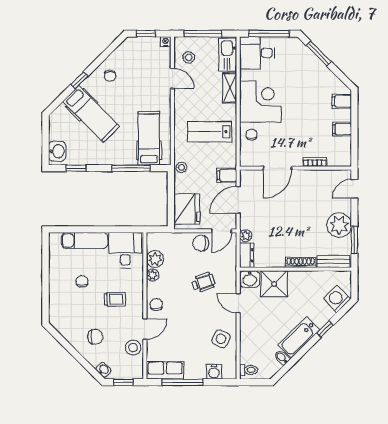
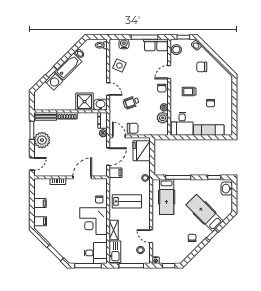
door: (222, 231) -> (119, 136), hinge flipped
washing machine: (337, 299) -> (54, 81), moved
stool: (133, 348) -> (176, 50), moved

